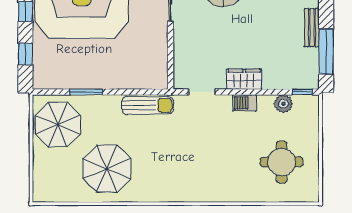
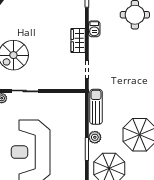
barbecue: (245, 103) -> (94, 29), moved
plant: (283, 104) -> (95, 137), moved

